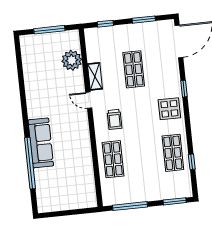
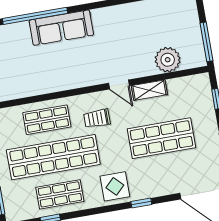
window: (49, 30) -> (206, 42), moved
shop shelf: (134, 69) -> (161, 138), width x1.43, depth x1.36
door: (89, 100) -> (119, 84), swing flipped
shop shelf: (143, 156) -> (53, 157), added

